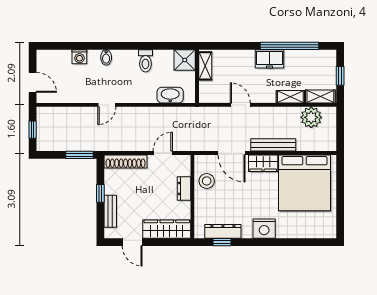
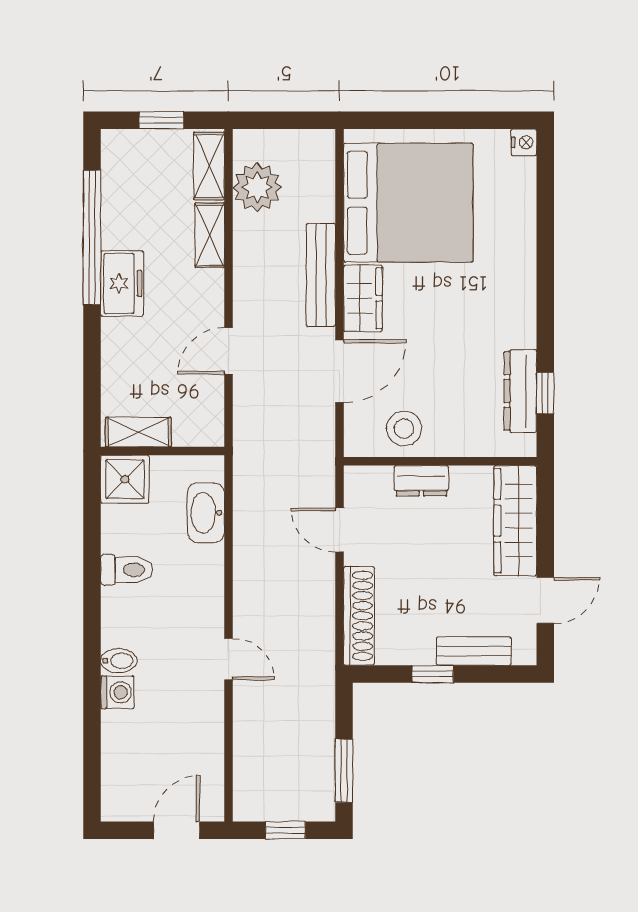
washing machine: (79, 57) -> (117, 692), moved
window: (79, 155) -> (344, 771), moved
nightstand: (264, 229) -> (524, 142), moved, width x0.53, depth x0.56

